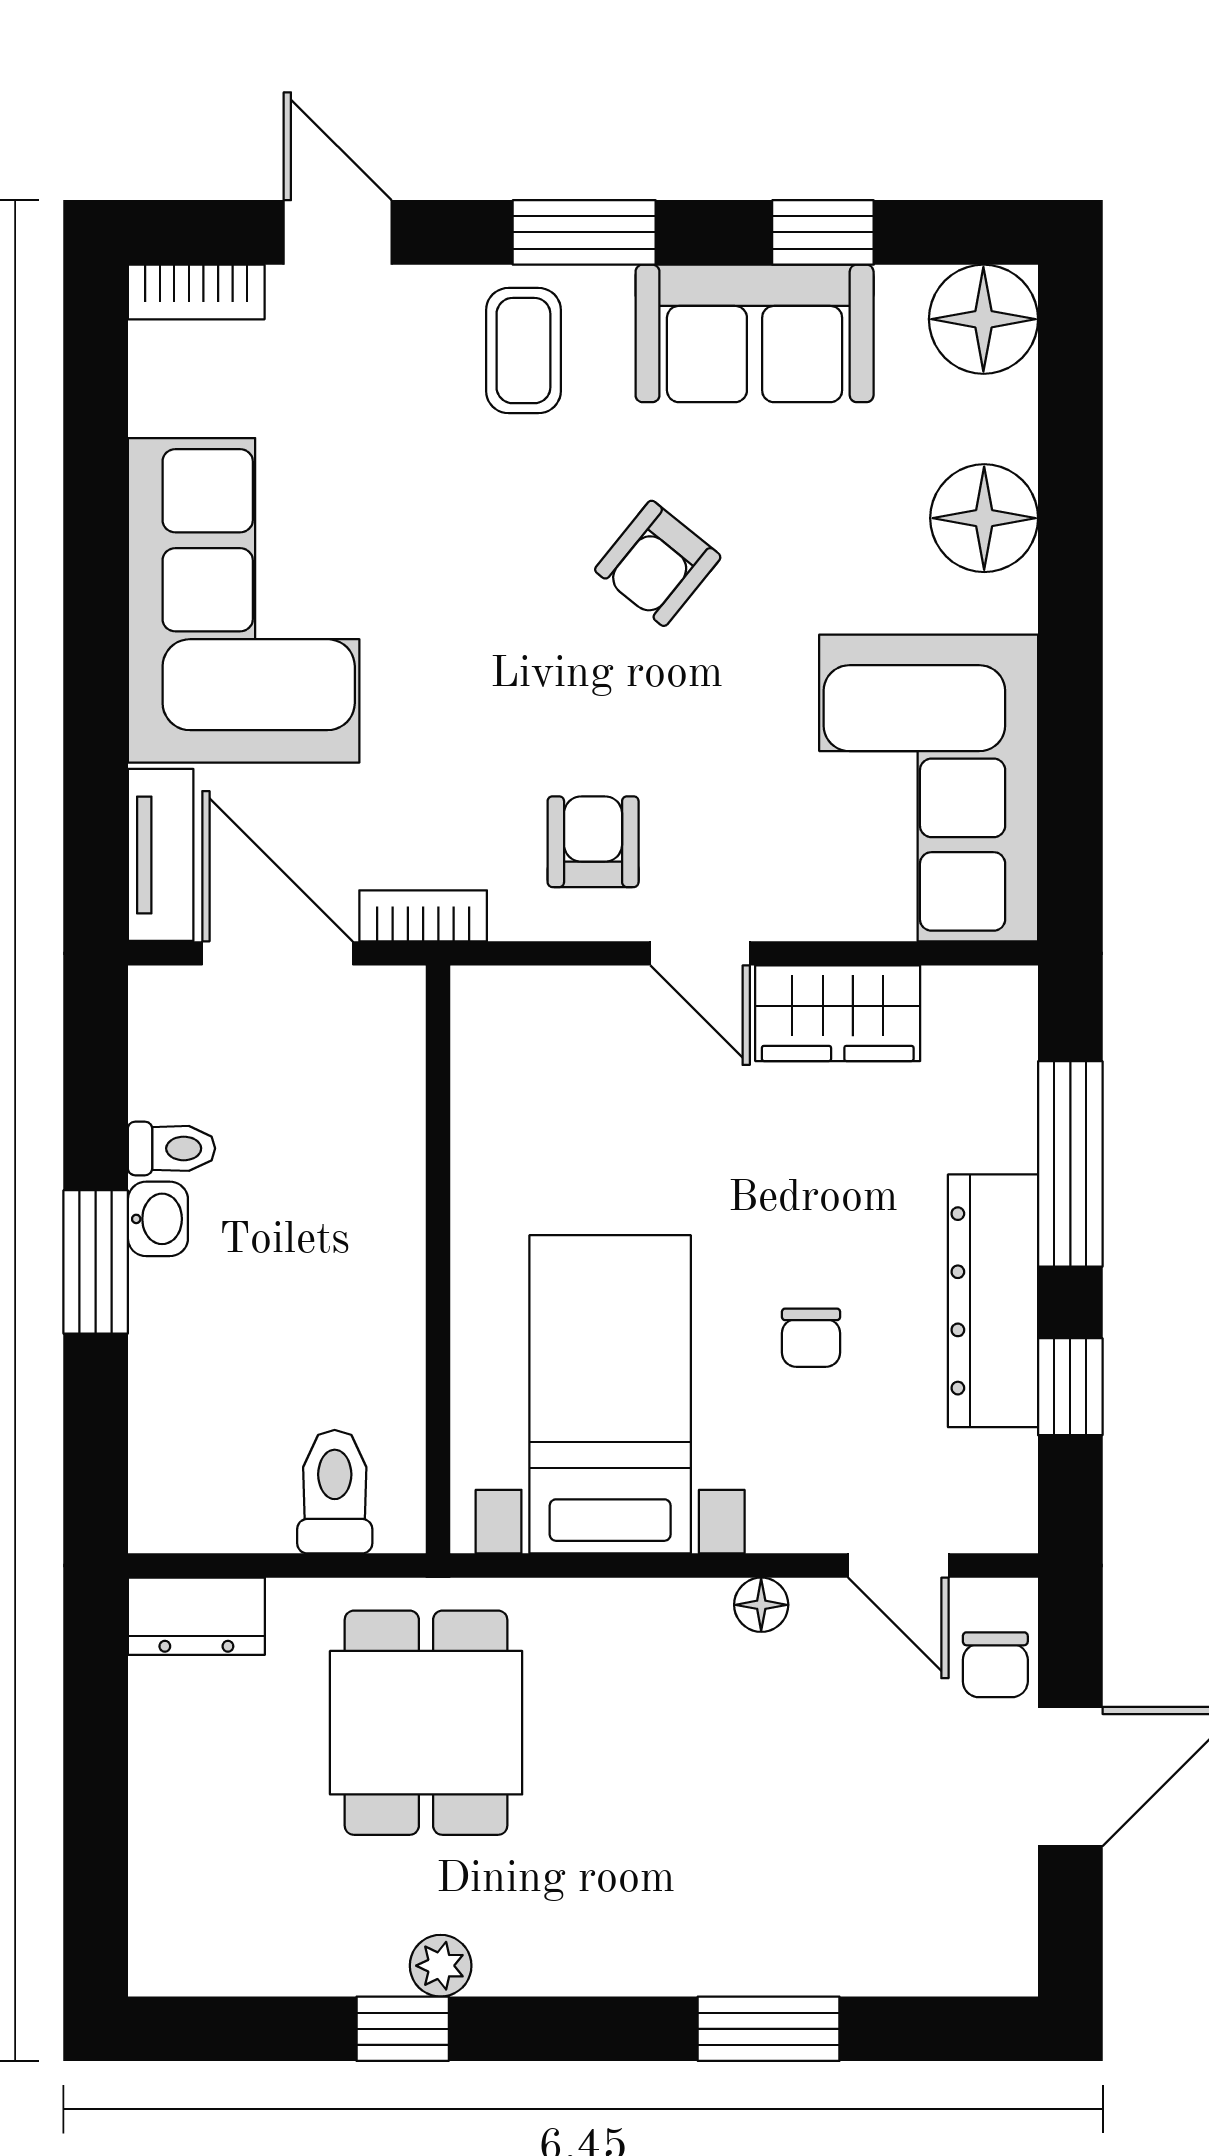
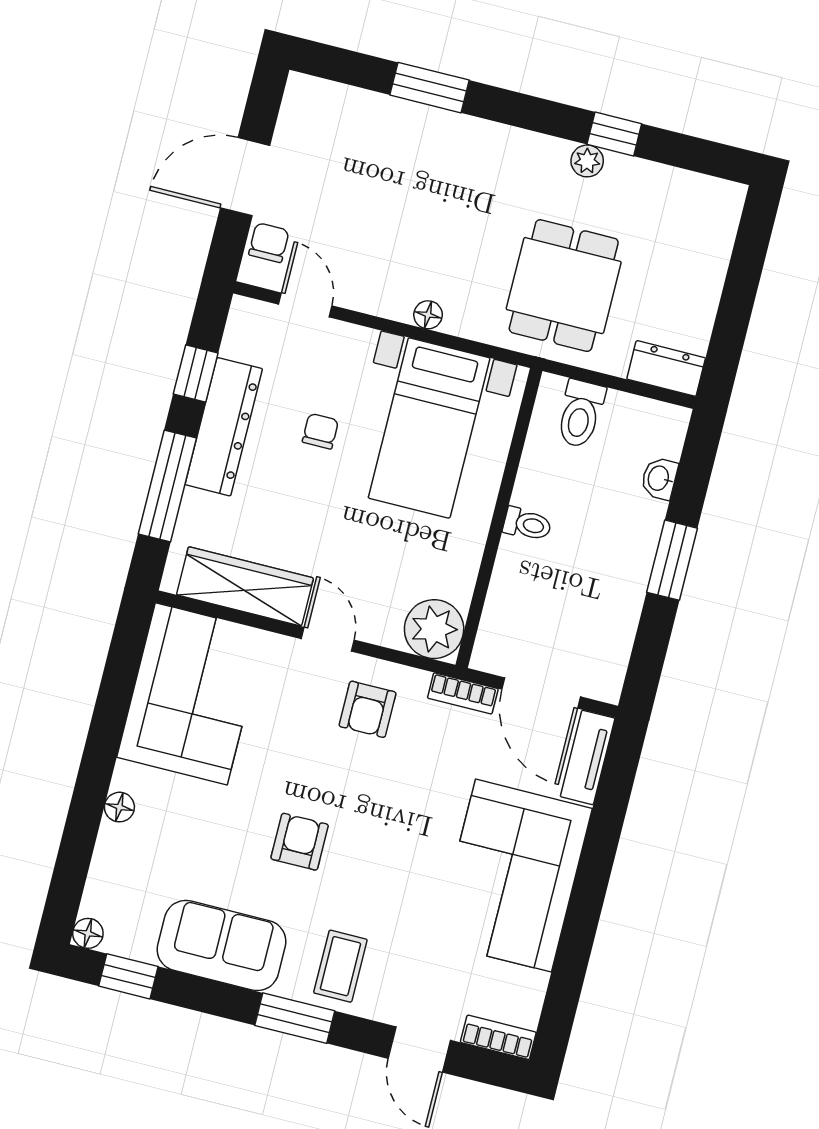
window: (823, 232) -> (128, 976), moved
floor lamp: (983, 319) -> (88, 933), width x0.53, depth x0.53
floor lamp: (984, 518) -> (119, 807), width x0.53, depth x0.53
armchair: (658, 563) -> (300, 842), turned -39
wardrobe: (838, 1013) -> (245, 586), width x1.50
plant: (507, 1022) -> (434, 629), added
toilet: (171, 1148) -> (527, 524), moved, turned 180
washbasin: (158, 1219) -> (659, 478), moved
floor lamp: (761, 1605) -> (428, 315), moved

